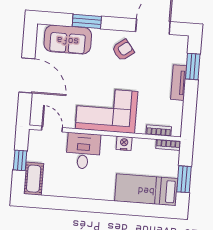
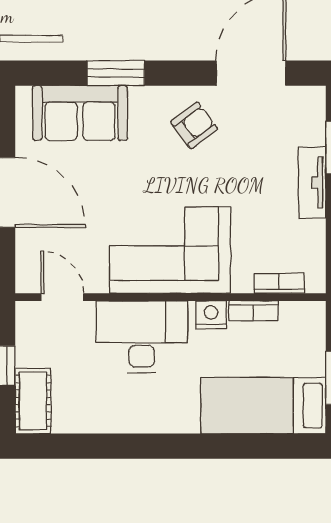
bookcase: (168, 145) -> (253, 311), moved
desk: (83, 151) -> (142, 337), width x1.37

